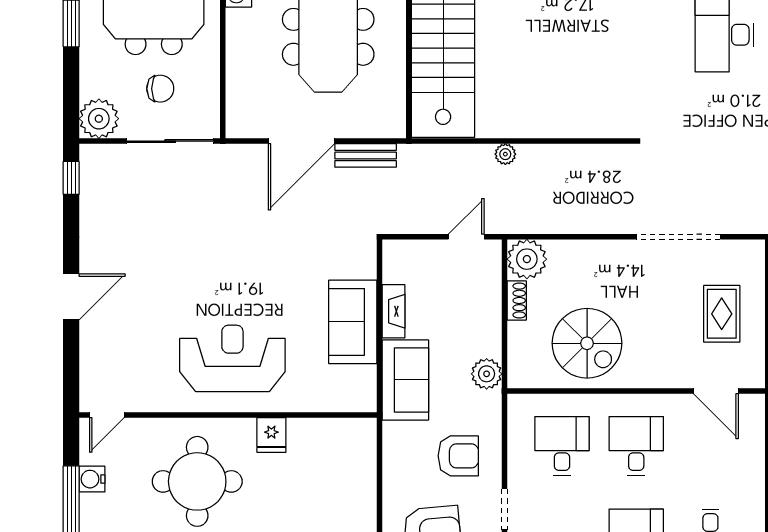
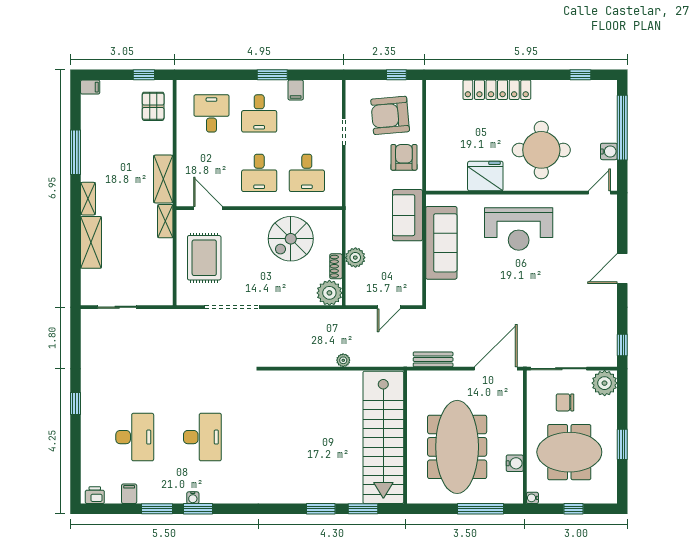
door: (301, 141) -> (496, 369), moved
door: (466, 237) -> (389, 307), moved
fireplace: (394, 311) -> (415, 259), removed
rug: (722, 314) -> (204, 258), width x1.36, depth x1.43
sofa: (353, 322) -> (441, 243), width x1.36
spiral stairs: (587, 343) -> (291, 239), turned -90
plant: (487, 374) -> (355, 258), moved
fridge: (271, 435) -> (485, 176), width x1.88, depth x1.34
armchair: (458, 456) -> (404, 157), moved, turned 90

